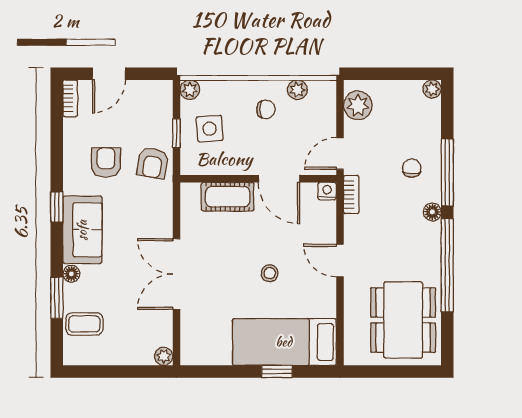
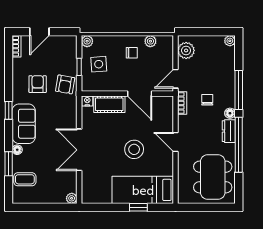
chair: (412, 168) -> (207, 100), moved
nightstand: (327, 191) -> (87, 101), moved
dresser: (430, 242) -> (229, 131), added
stool: (270, 273) -> (134, 149), width x1.89, depth x1.89

